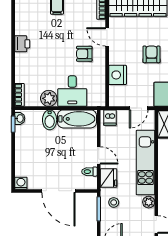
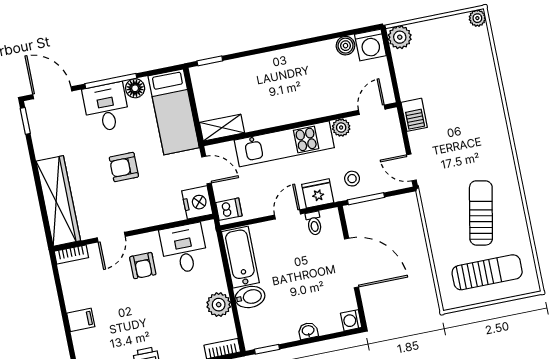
nightstand: (118, 75) -> (197, 202), moved, turned -90
desk: (72, 91) -> (184, 249), moved, turned -90
washbasin: (20, 118) -> (308, 331), moved
door: (58, 191) -> (352, 263), hinge flipped

